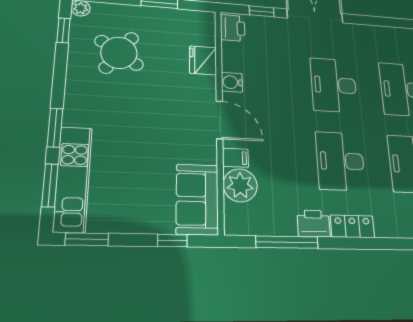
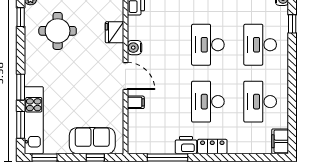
round table: (119, 53) -> (58, 31), turned -34
plant: (240, 185) -> (138, 121), removed
sofa: (197, 199) -> (92, 141), moved, turned 90

